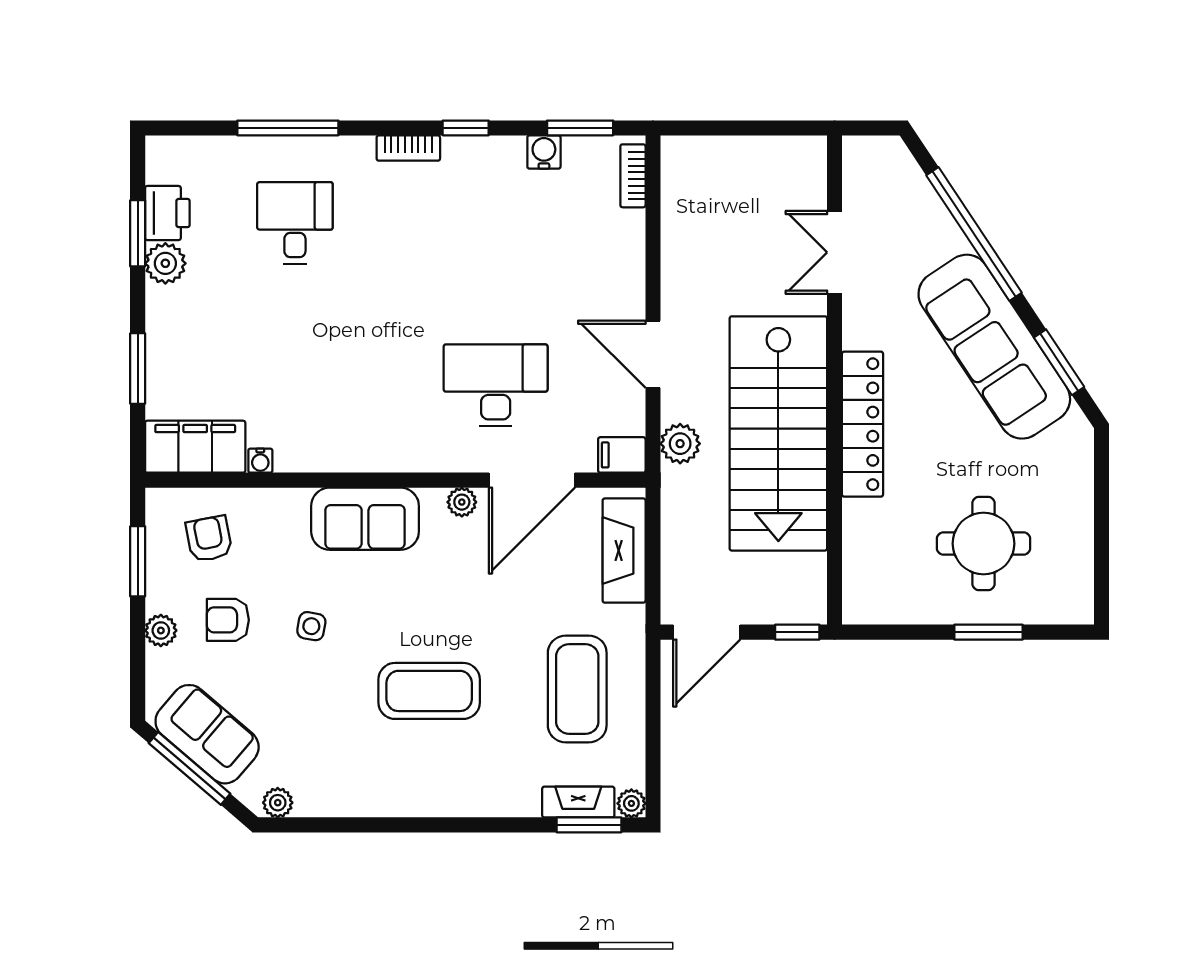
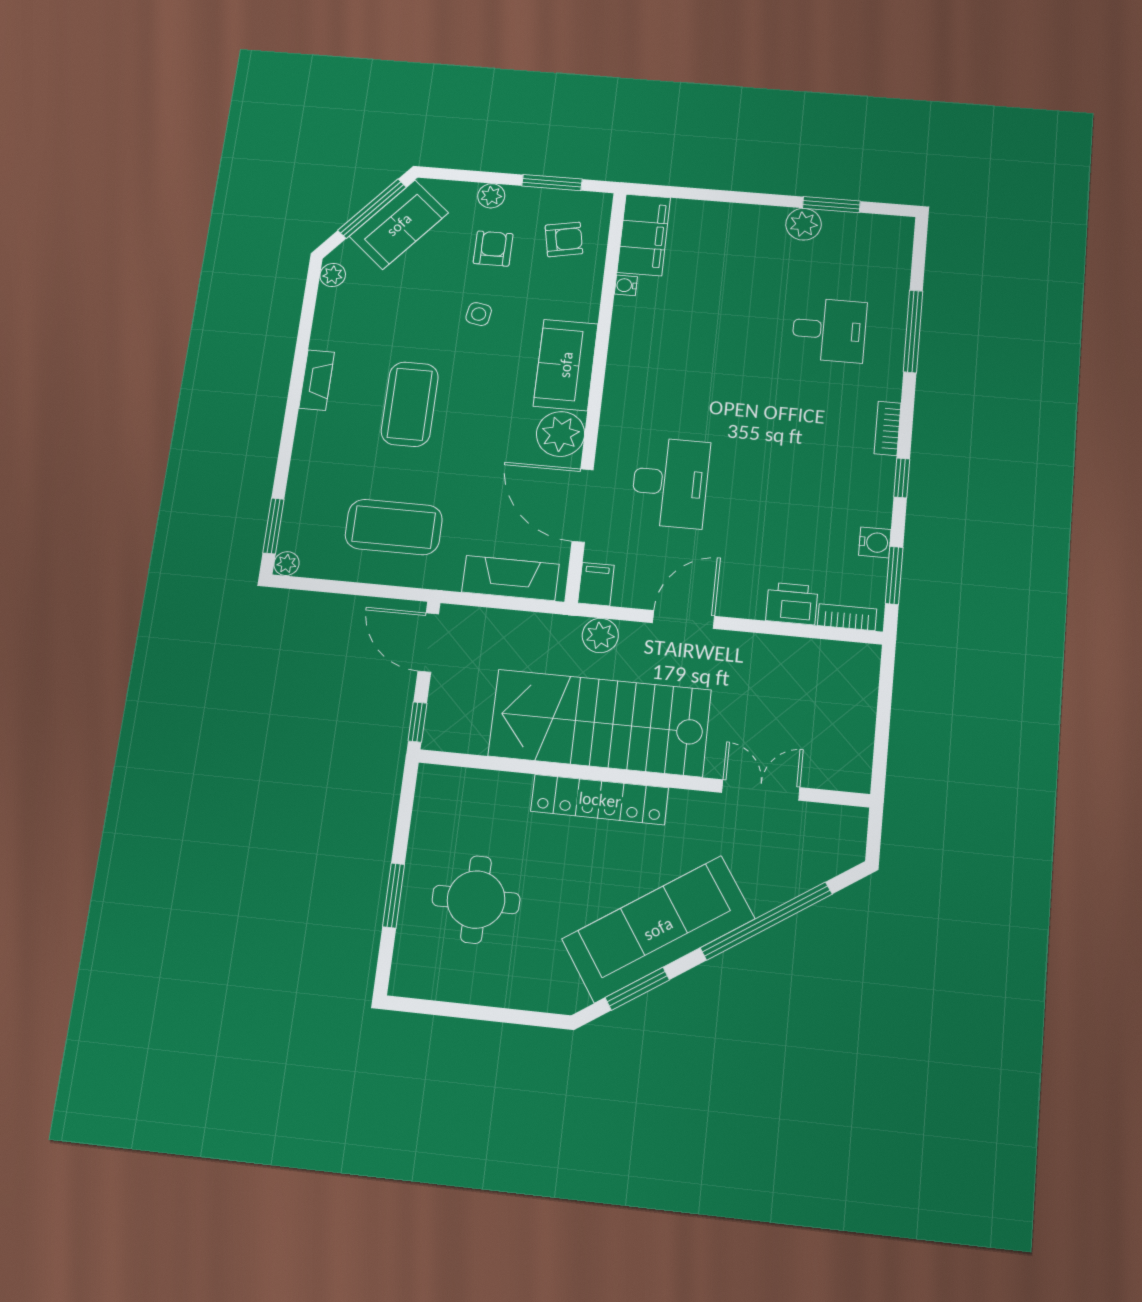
printer: (167, 213) -> (792, 604), moved, turned 180
window: (138, 368) -> (716, 195), removed
plant: (462, 502) -> (561, 434), width x1.88, depth x1.88
fireplace: (578, 802) -> (317, 380), moved

